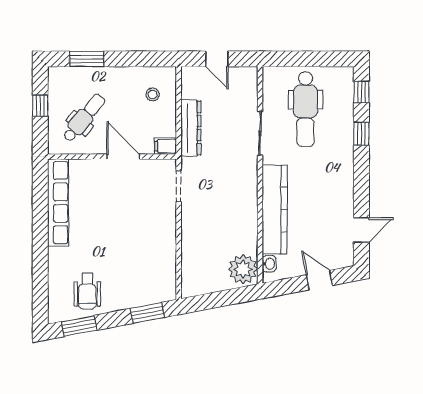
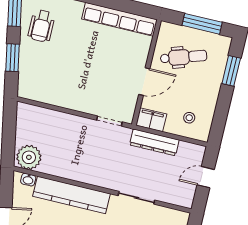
window: (40, 106) -> (202, 24), width x2.17
dental chair: (84, 118) -> (184, 57), turned -57
filing cabinet: (165, 146) -> (151, 120), width x2.00
wheelchair: (87, 291) -> (41, 26), turned -90
window: (147, 313) -> (12, 58), moved

